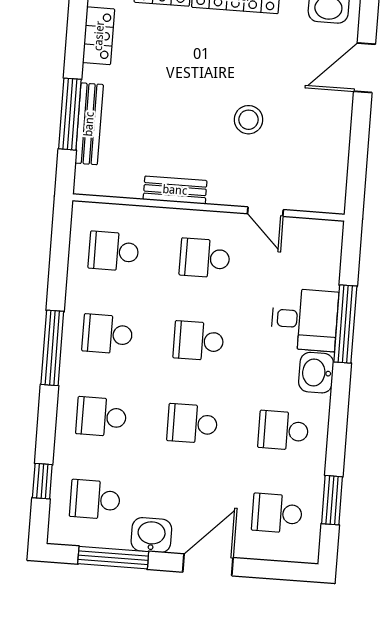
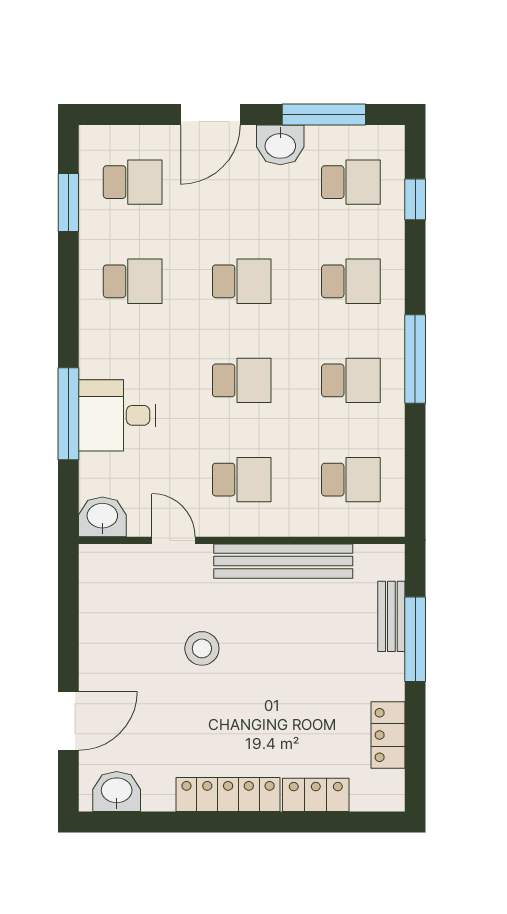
bench: (89, 124) -> (391, 616), width x0.73
bench: (175, 190) -> (283, 561), width x1.86, depth x1.21
washbasin: (316, 373) -> (102, 517), moved, turned -90

